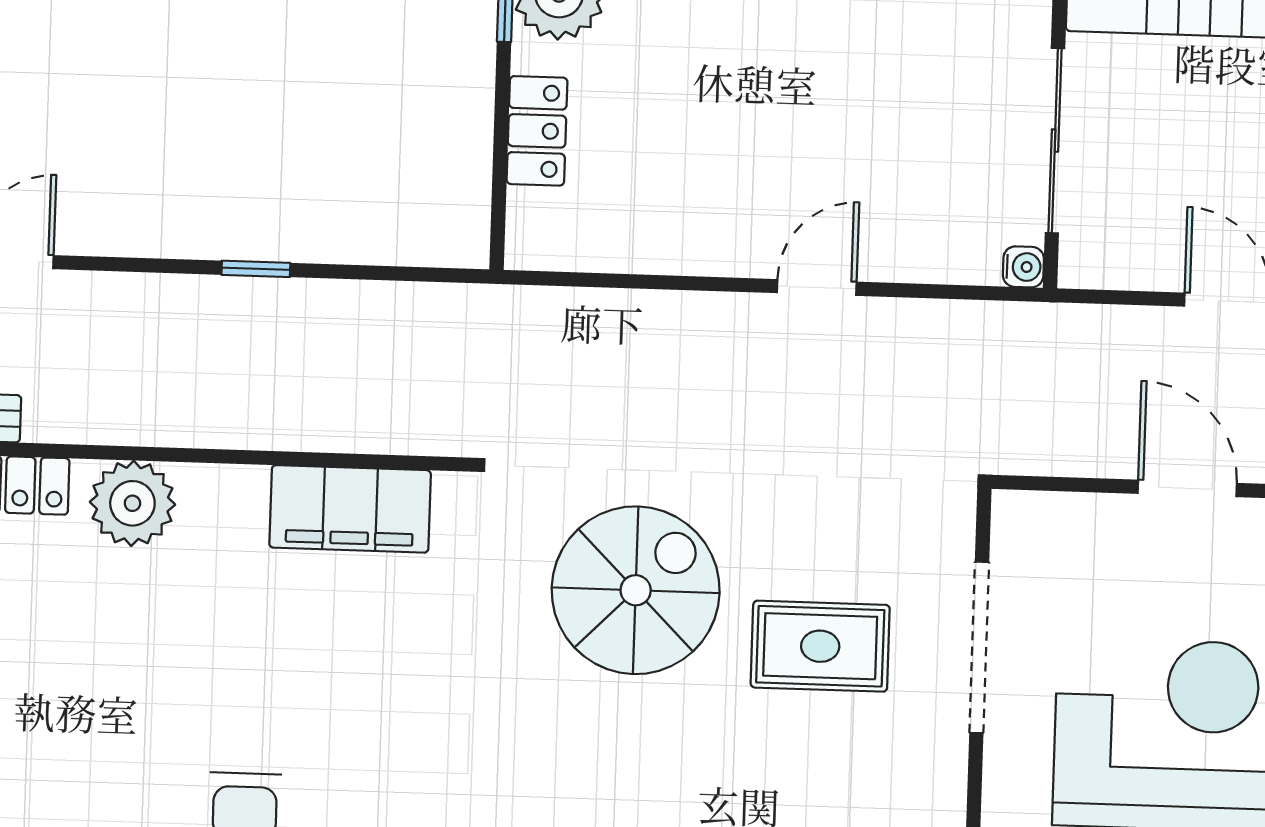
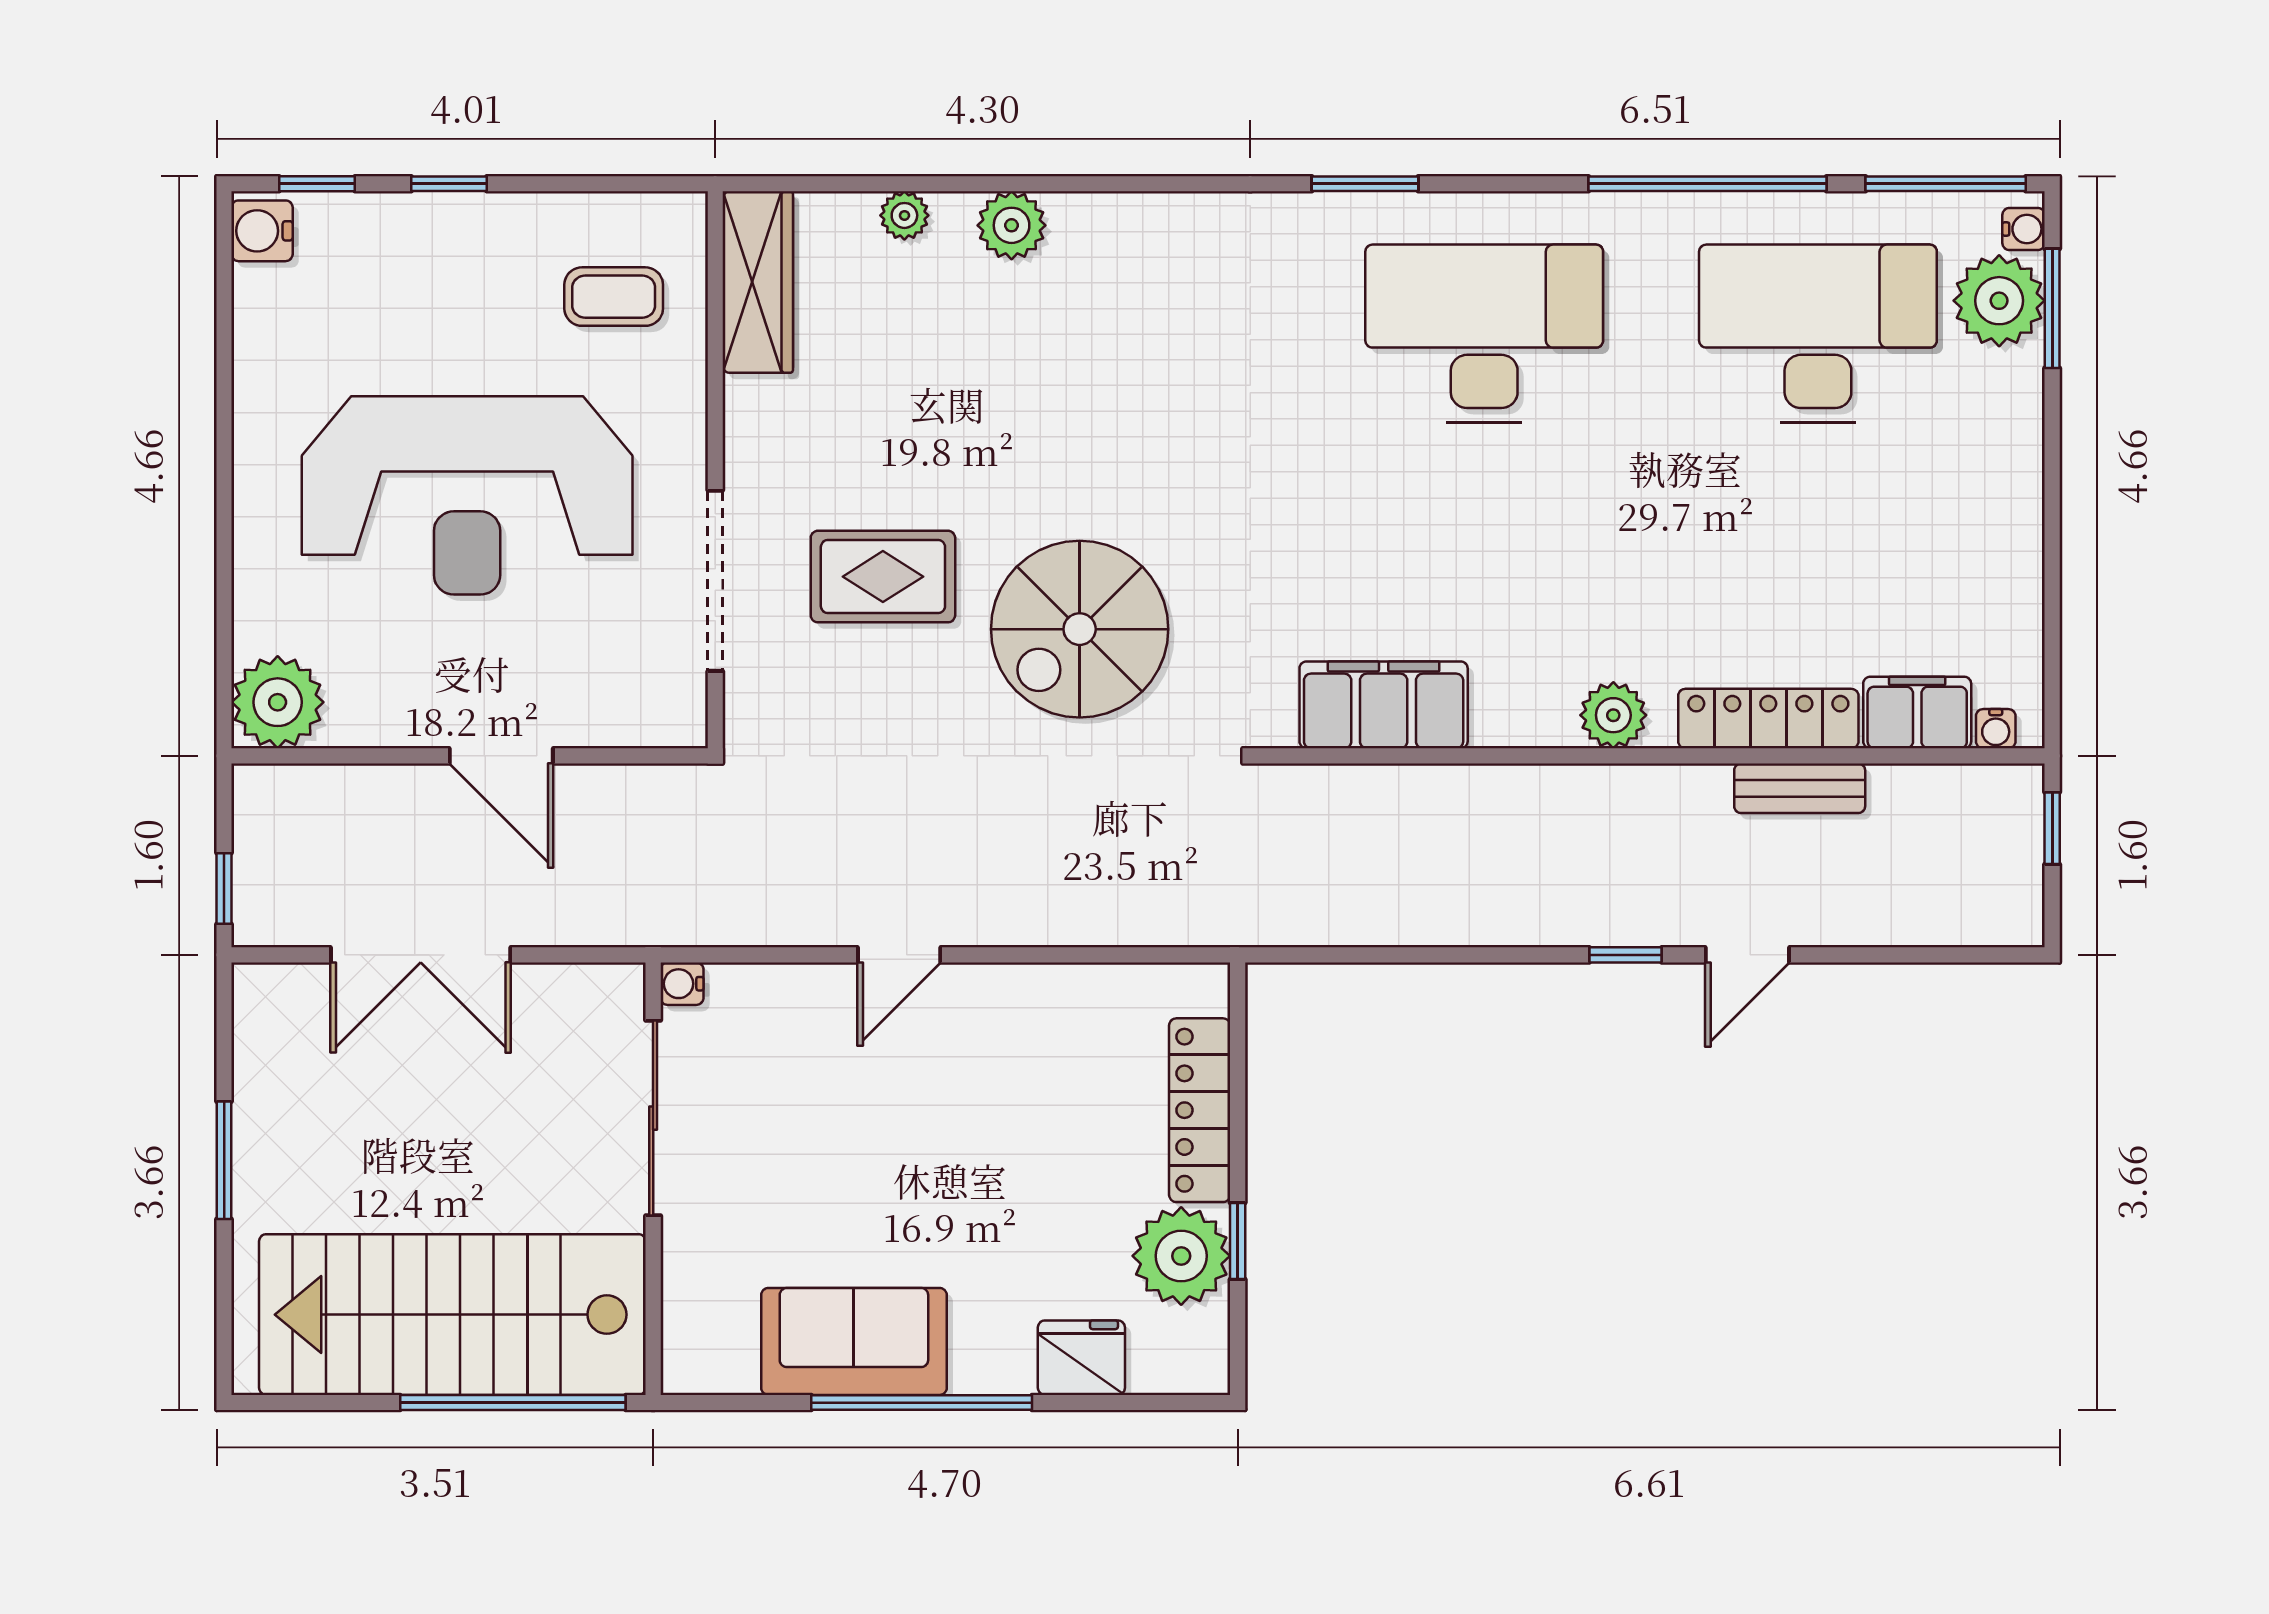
locker: (537, 131) -> (1200, 1110), width x1.53
window: (256, 269) -> (1625, 955), moved
plant: (132, 503) -> (1613, 715), width x0.73, depth x0.73

